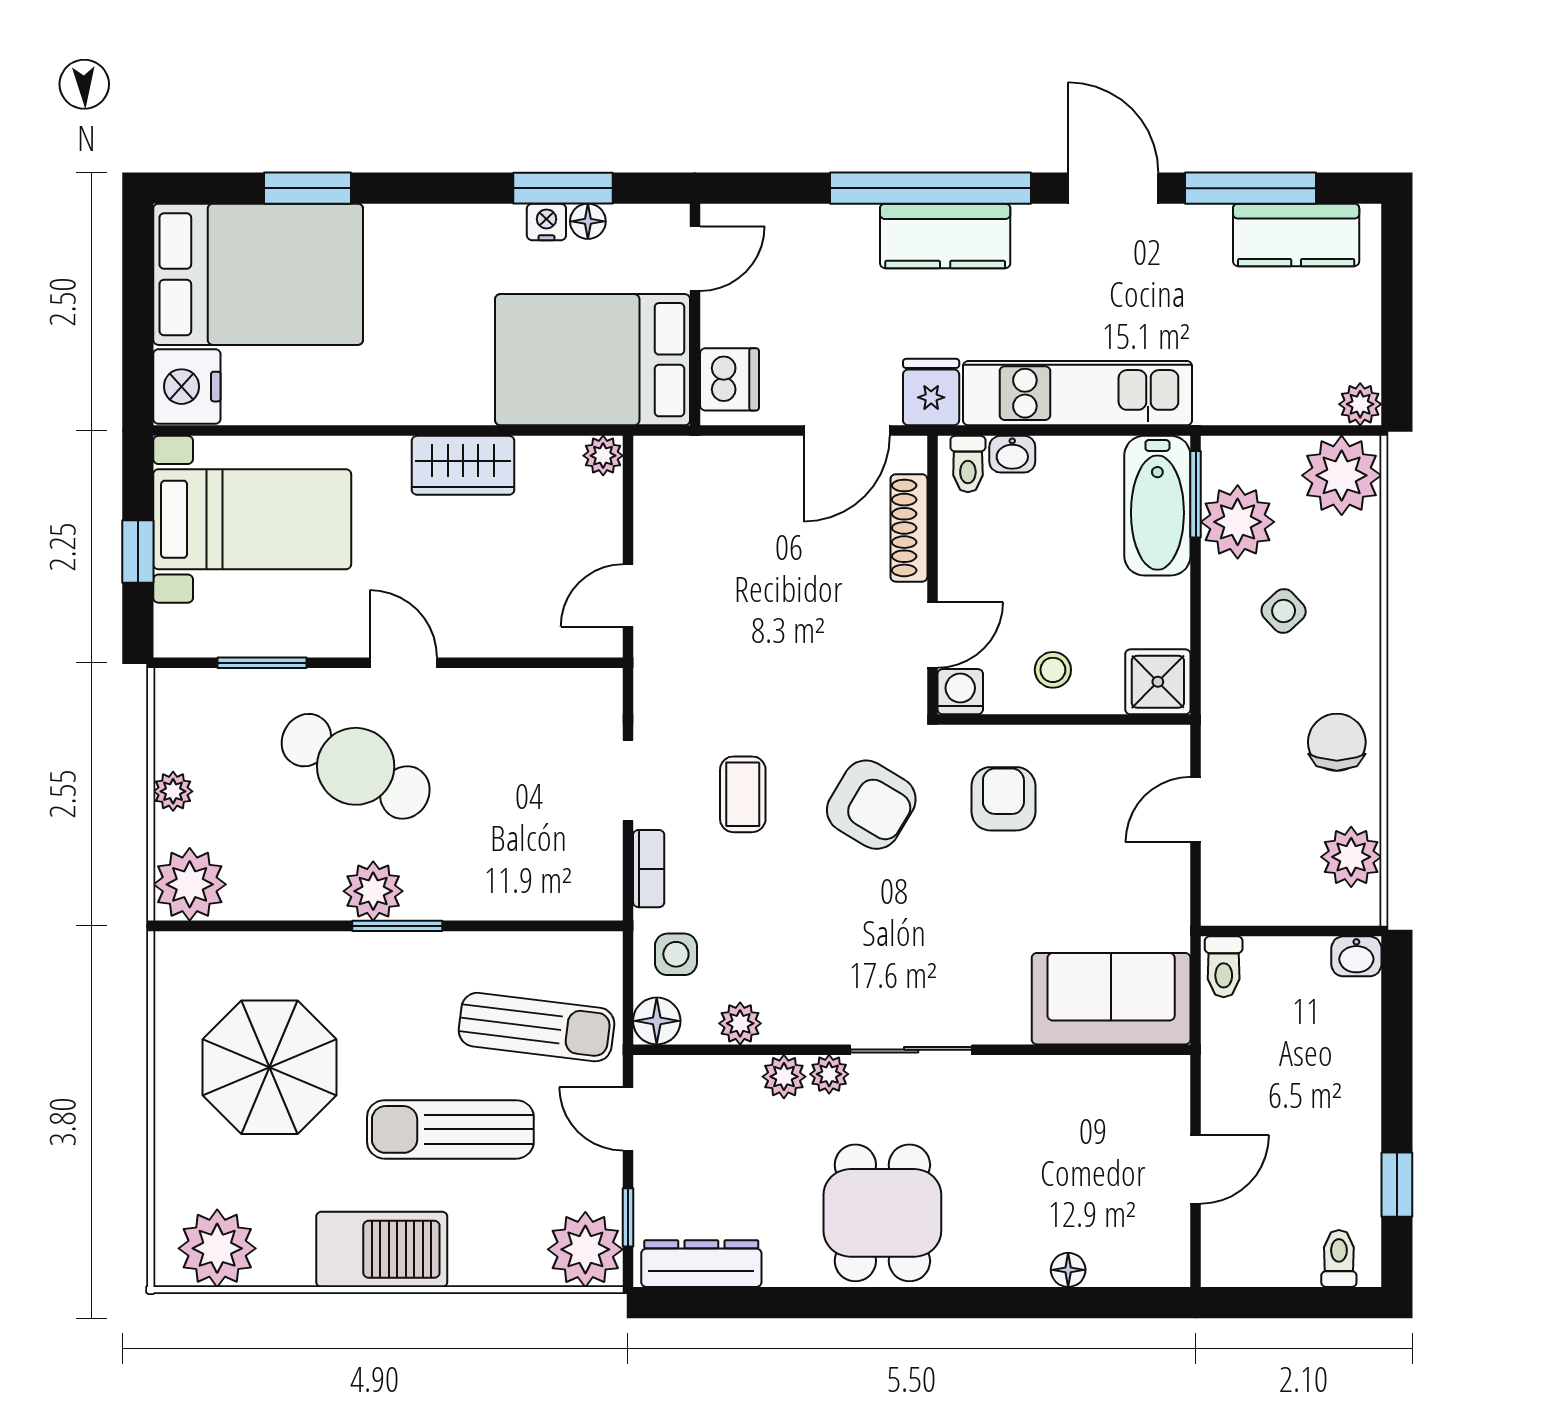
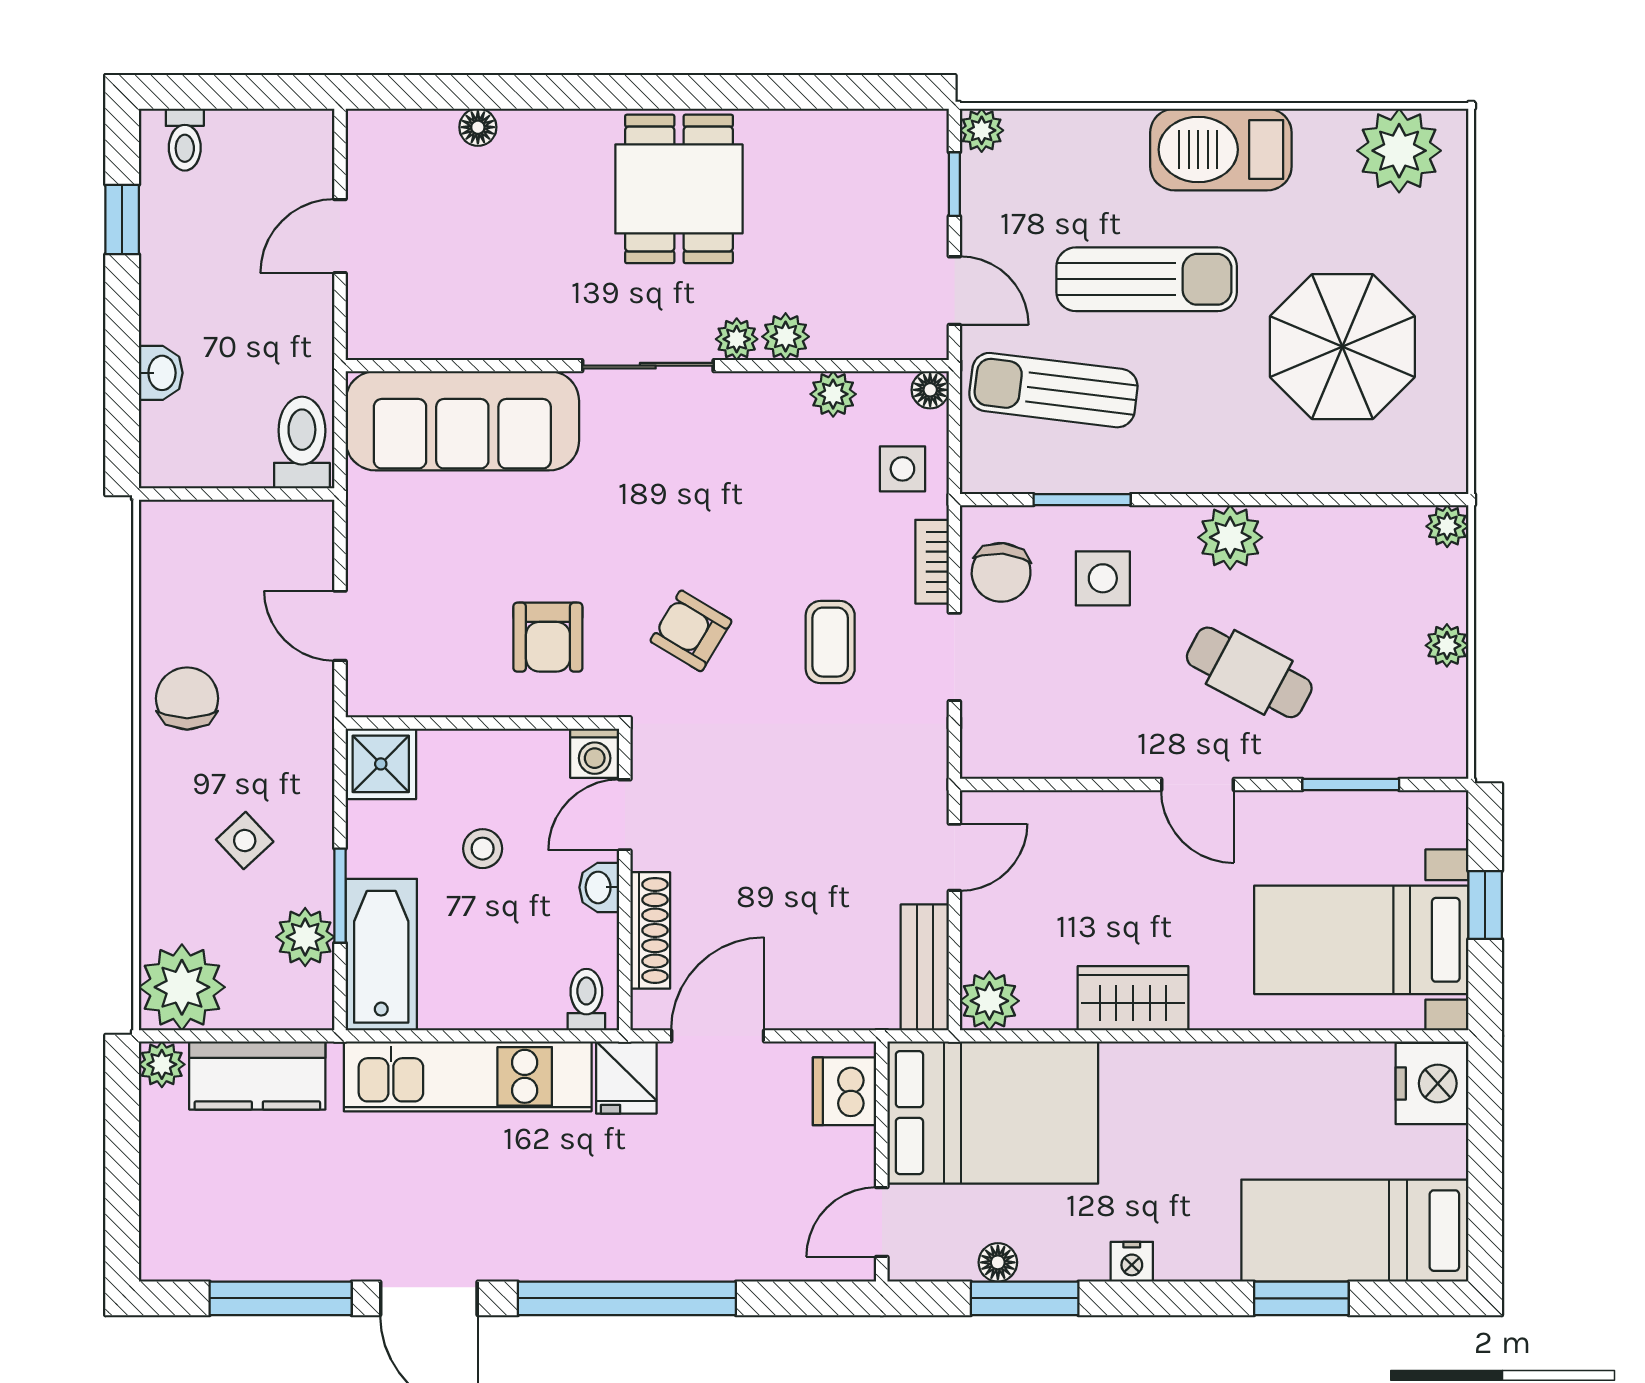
nightstand: (546, 222) -> (1132, 1262), moved
kitchen counter: (1296, 235) -> (257, 1076), moved, turned 180
kitchen counter: (945, 236) -> (611, 1246), removed
bed: (258, 274) -> (1355, 1231), width x0.67
washbasin: (1012, 454) -> (599, 887), moved, turned -90
plant: (603, 456) -> (989, 1001), width x1.38, depth x1.38
bench: (655, 494) -> (925, 967), added
window: (1196, 494) -> (340, 896), moved
plant: (1238, 522) -> (305, 937), width x0.73, depth x0.73
stool: (1053, 670) -> (483, 849), moved
chair: (1337, 742) -> (187, 698), turned 180
cafe table: (356, 766) -> (1249, 672), width x0.73, depth x0.74
armchair: (871, 805) -> (691, 631), width x0.72, depth x0.72
door: (1196, 809) -> (340, 626), swing flipped
side table: (491, 853) -> (1103, 578), added
plant: (1351, 857) -> (172, 574), removed
chair: (585, 859) -> (1001, 572), added
plant: (190, 884) -> (1447, 526), width x0.53, depth x0.53
window: (397, 926) -> (1082, 500), moved
washbasin: (1356, 956) -> (161, 373), moved, turned 90
toilet: (1224, 967) -> (302, 443), width x1.37, depth x1.39
sofa: (1111, 999) -> (462, 421), width x1.36
floor lamp: (657, 1021) -> (930, 390), width x0.73, depth x0.73
plant: (585, 1249) -> (982, 130), width x0.53, depth x0.53
dresser: (701, 1264) -> (875, 134), removed

